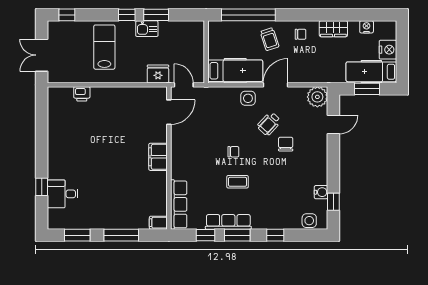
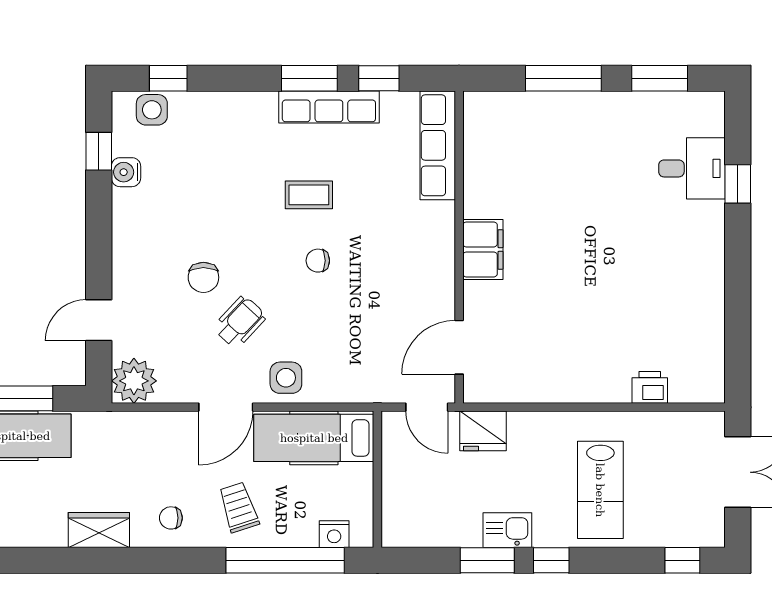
nightstand: (367, 27) -> (334, 534), moved
filing cabinet: (158, 223) -> (482, 105), removed
window: (275, 235) -> (168, 78), moved

